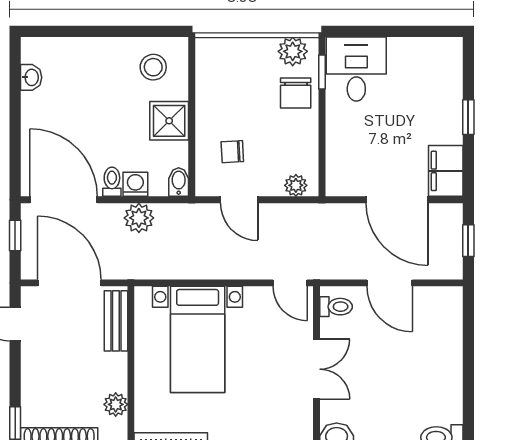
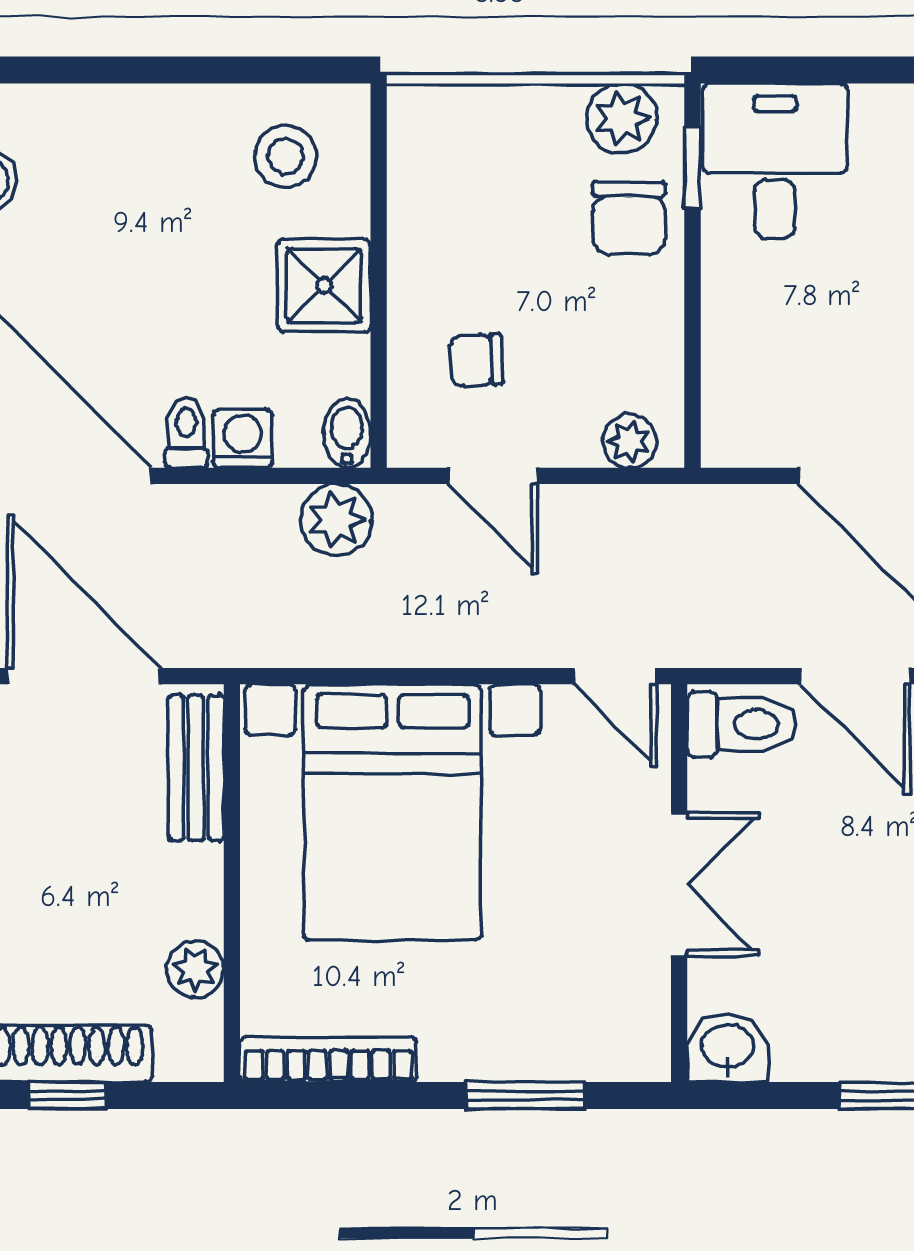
plant: (139, 218) -> (336, 520), moved
toilet: (336, 307) -> (741, 724), width x1.37, depth x1.39
bed with nightstands: (198, 339) -> (393, 812), width x1.36

